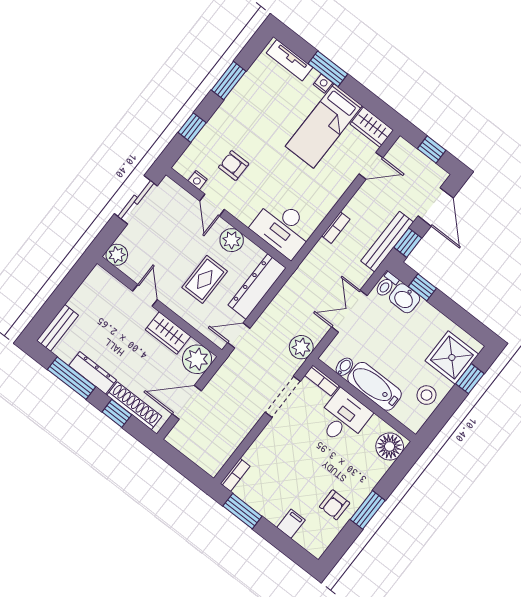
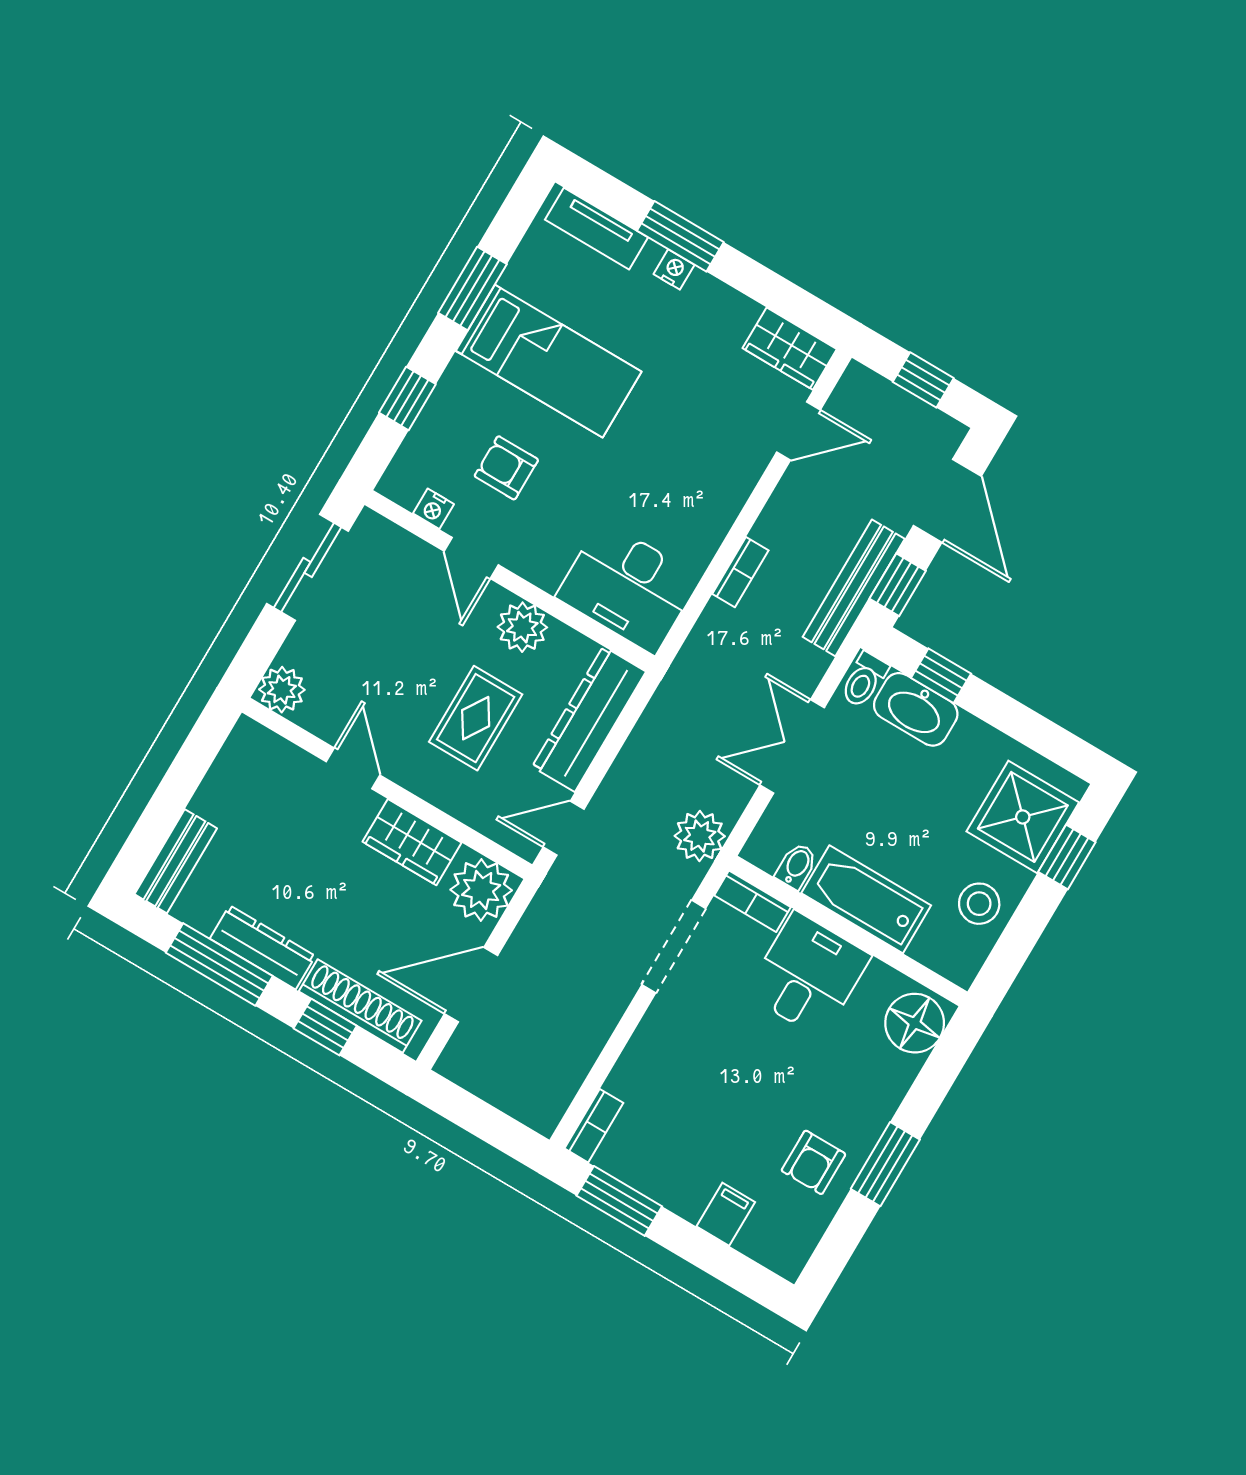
bed: (324, 126) -> (549, 361), moved, turned -90
washbasin: (405, 298) -> (916, 709), width x1.38

